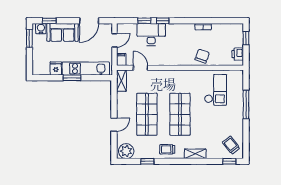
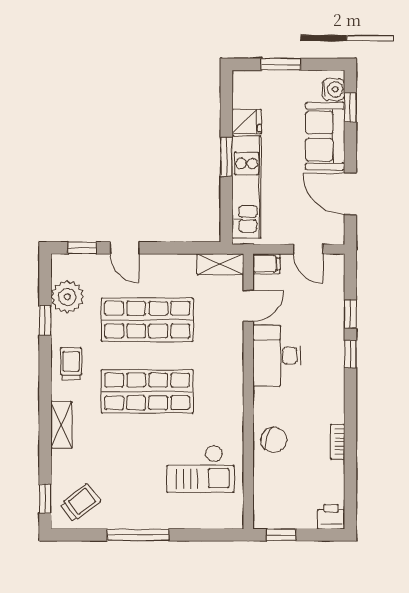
desk: (151, 34) -> (277, 356), moved, turned 180
window: (29, 38) -> (281, 64), moved
window: (246, 38) -> (281, 535), moved
printer: (238, 54) -> (331, 517), moved
window: (246, 105) -> (138, 535), moved
window: (114, 144) -> (82, 248), added
plant: (126, 151) -> (67, 297), moved

